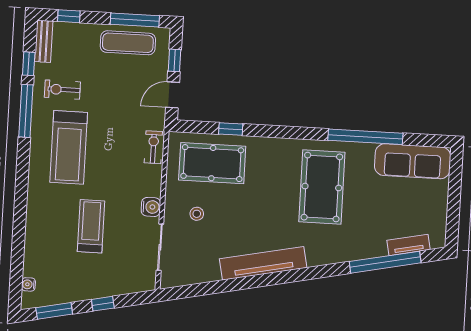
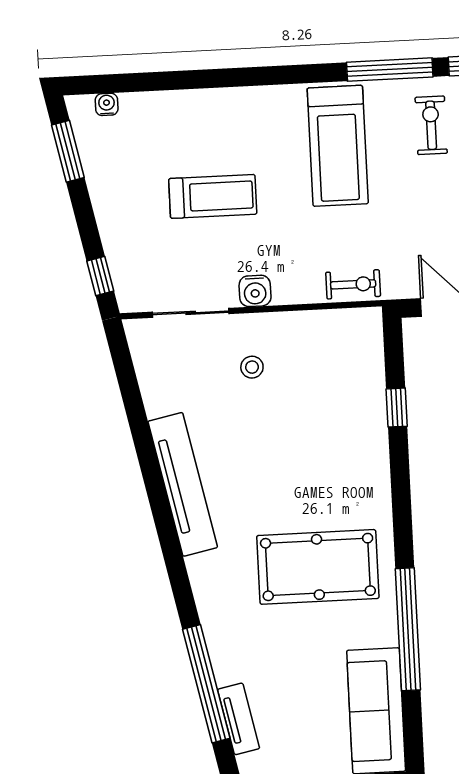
treadmill: (69, 147) -> (338, 146), turned -90
pool table: (212, 163) -> (338, 383), removed
window: (103, 304) -> (100, 276), moved

